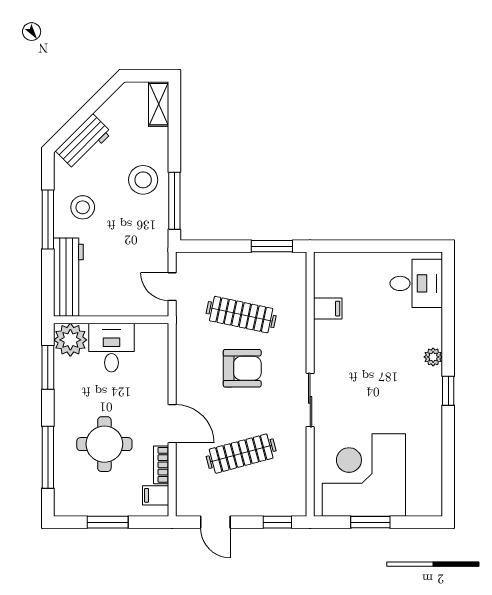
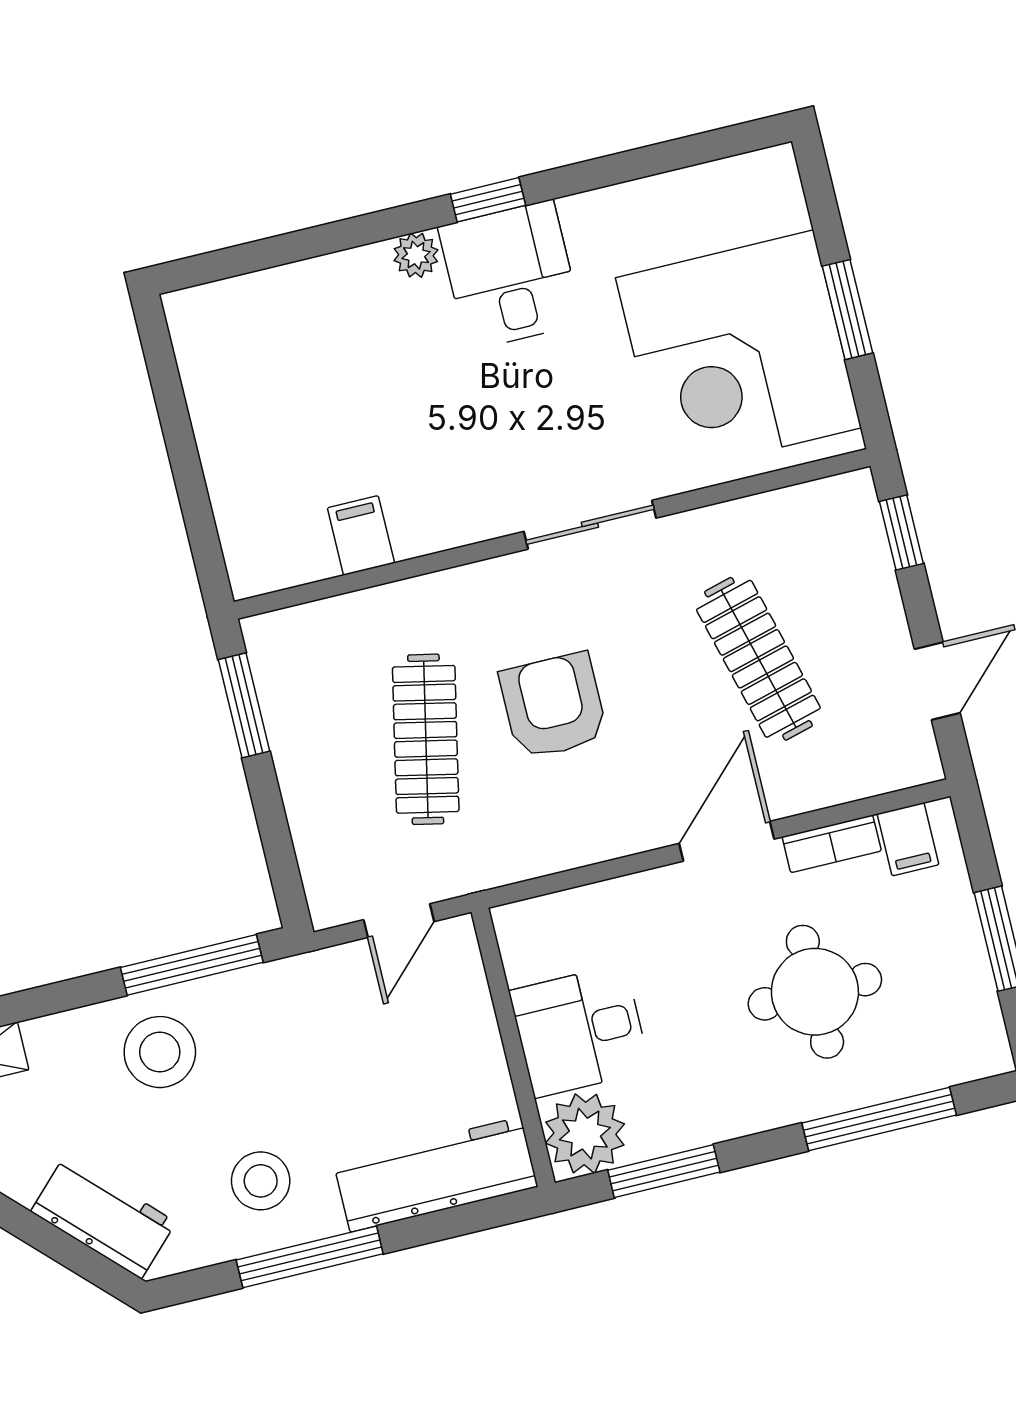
desk: (416, 283) -> (510, 275), moved

